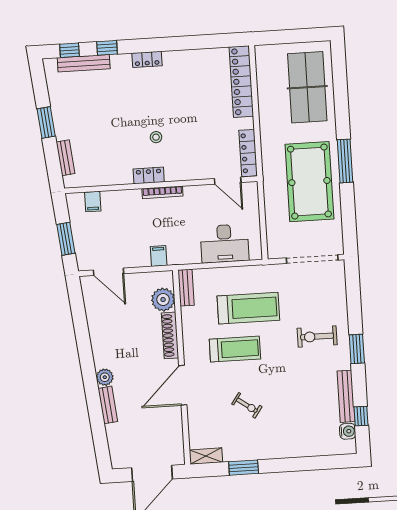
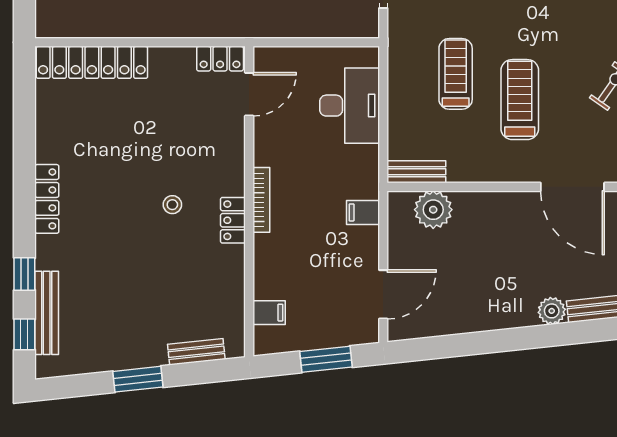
locker: (147, 59) -> (47, 199), width x1.53
locker: (248, 153) -> (220, 59), width x0.66
treadmill: (248, 308) -> (456, 74), width x0.73, depth x0.73
shoe rack: (170, 335) -> (491, 202), removed

